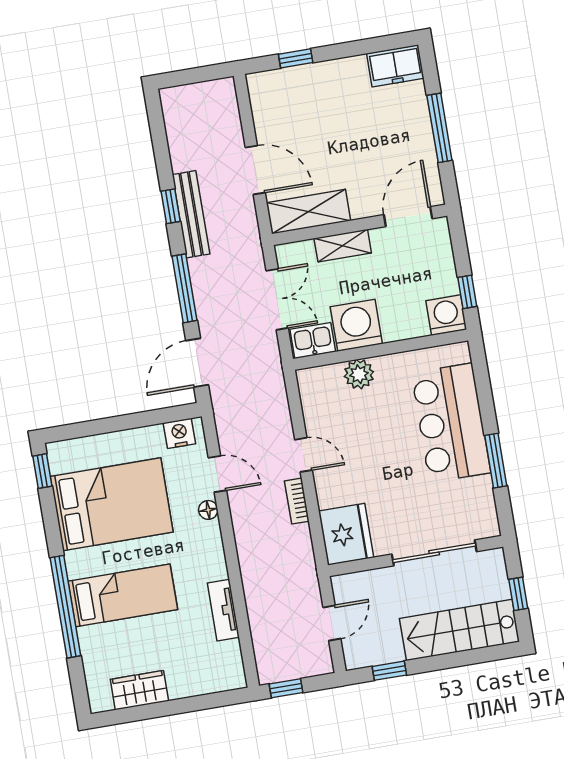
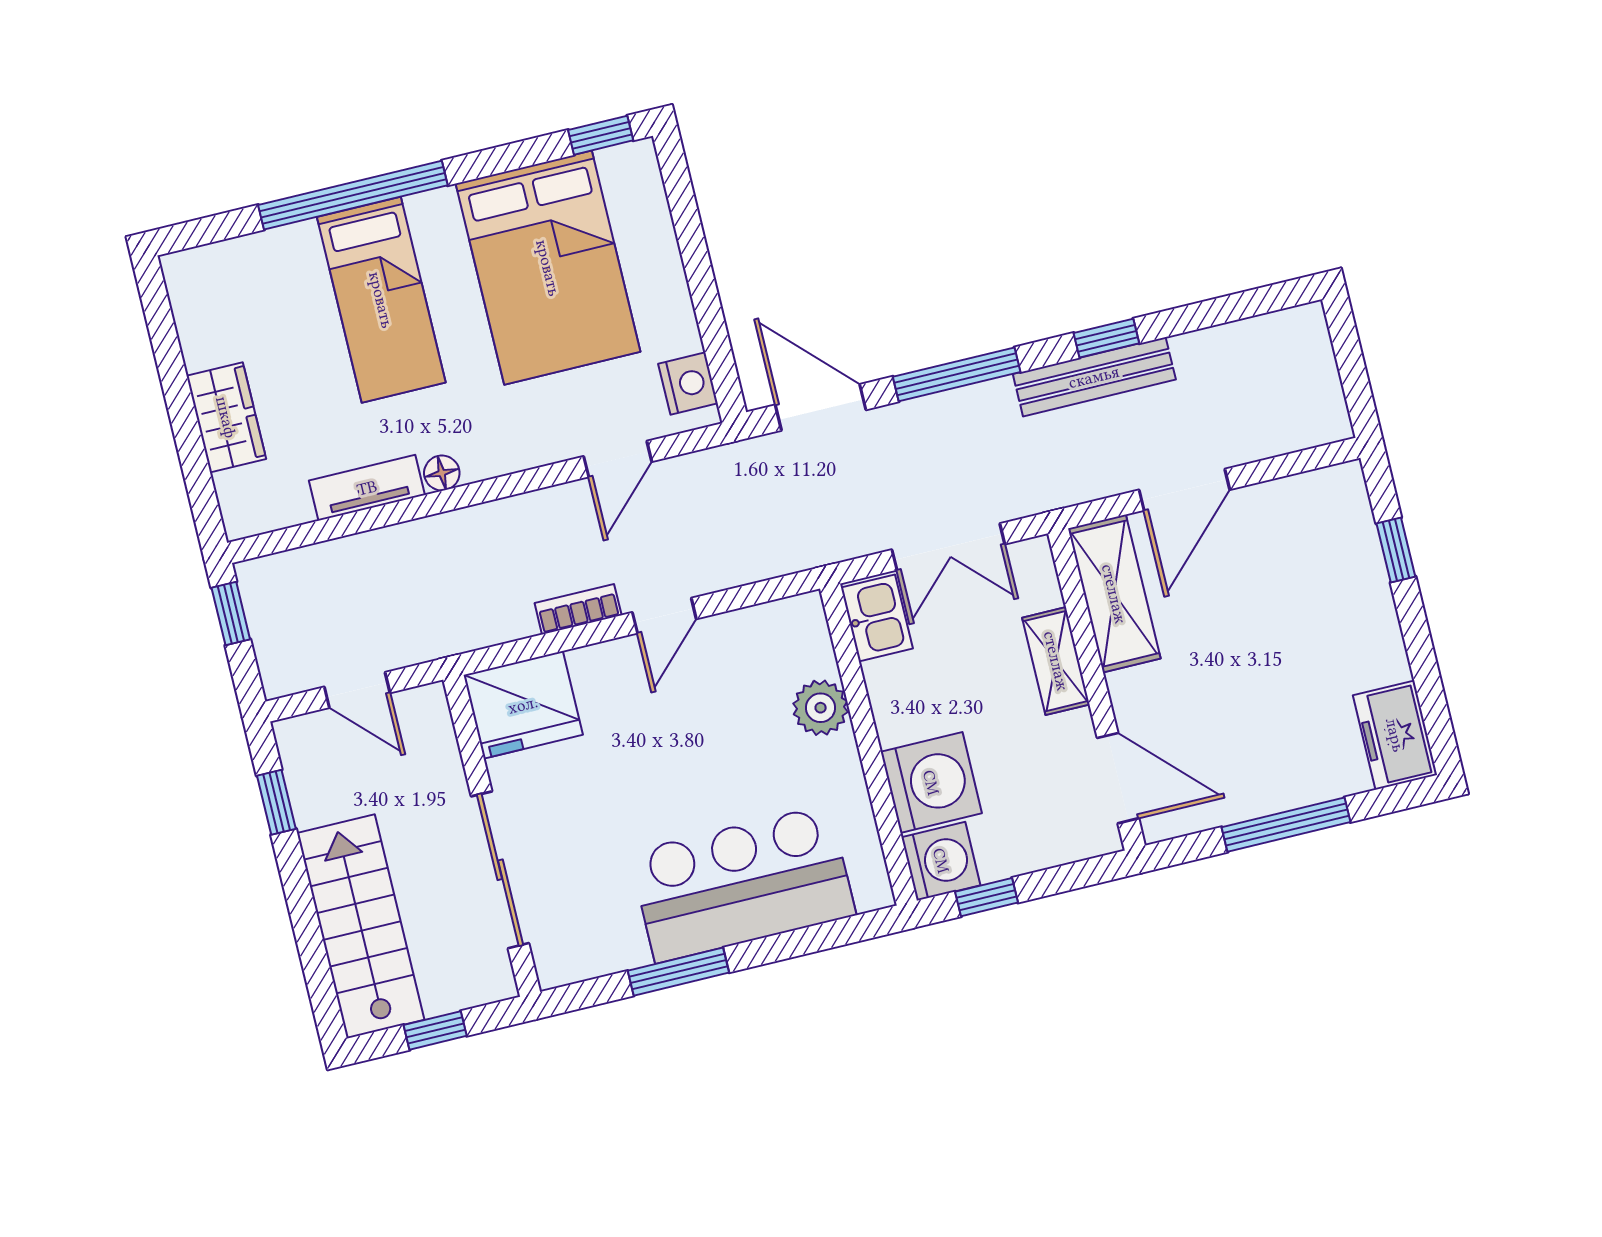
washing machine: (356, 325) -> (931, 783), moved
floor lamp: (208, 510) -> (442, 473), moved
wardrobe: (139, 690) -> (226, 417), moved

